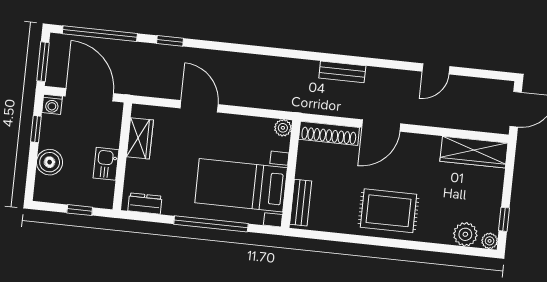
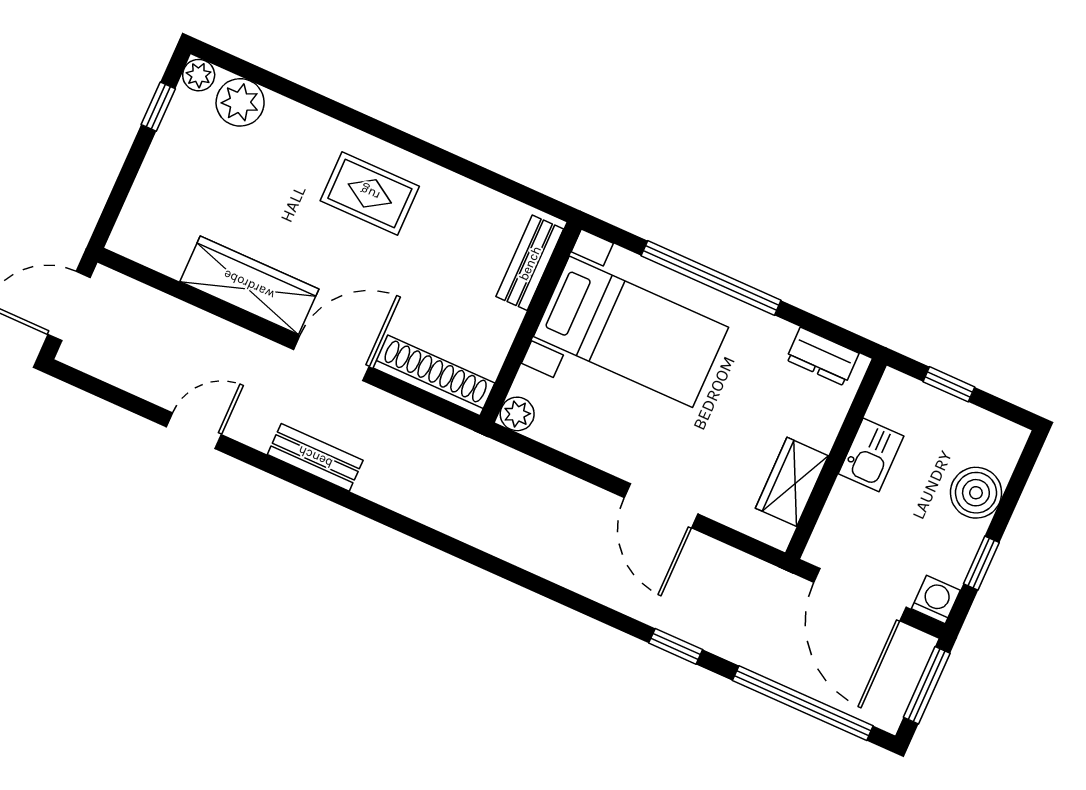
bench: (342, 72) -> (315, 457), moved
wardrobe: (474, 152) -> (249, 285), moved
rug: (389, 211) -> (370, 193), width x0.73, depth x0.70

